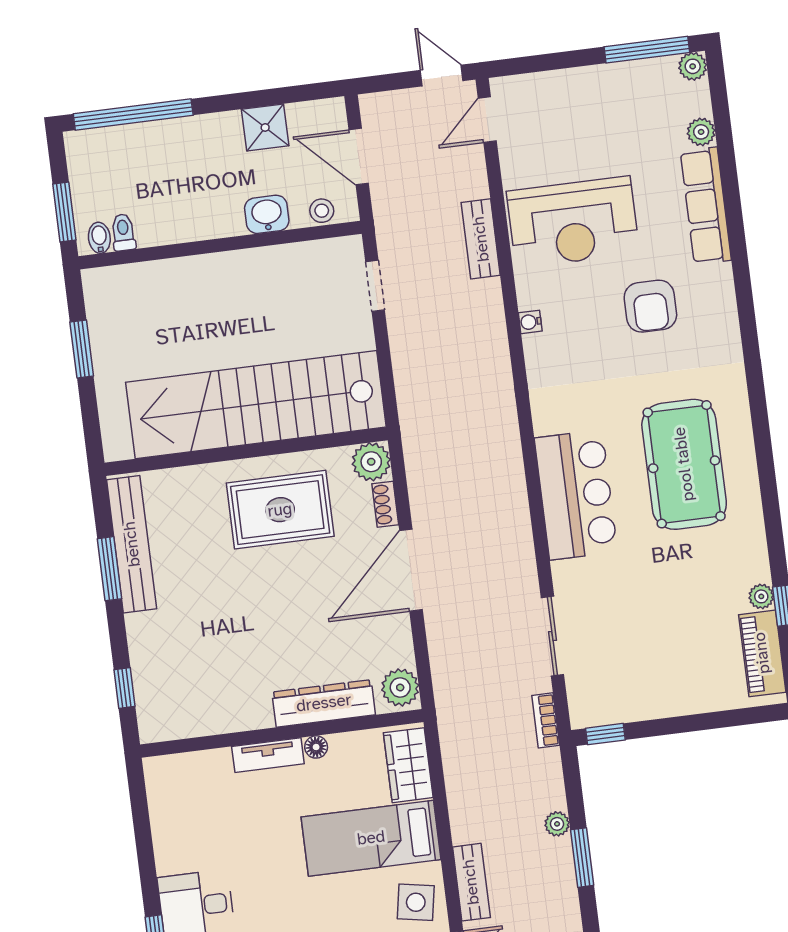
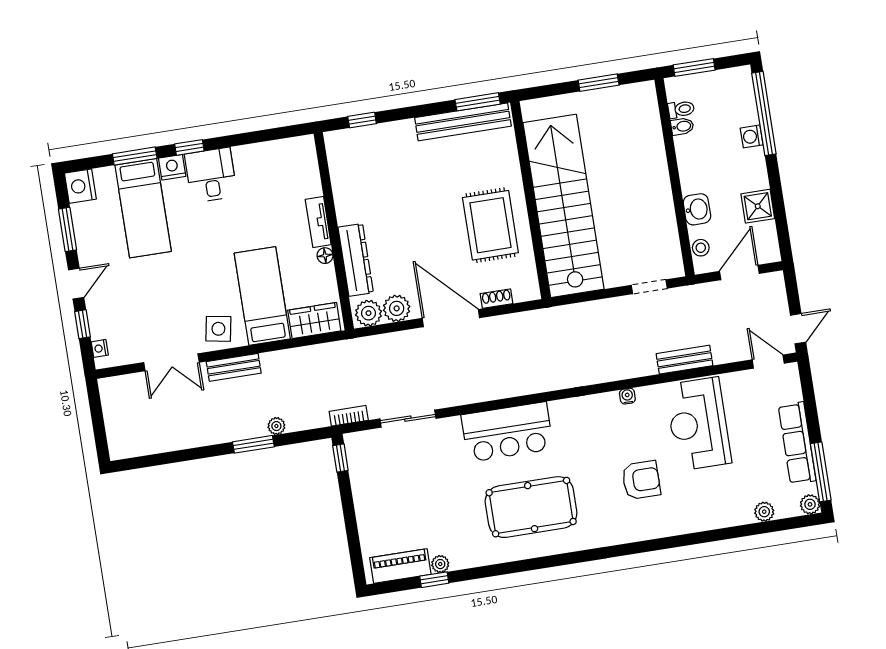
washing machine: (165, 133) -> (752, 136), added
row of seats: (706, 206) -> (797, 443), moved, turned -90
bidet: (99, 238) -> (682, 126), moved
armchair: (650, 306) -> (641, 480), turned 180
plant: (371, 462) -> (397, 308), moved
window: (109, 569) -> (478, 102), moved

